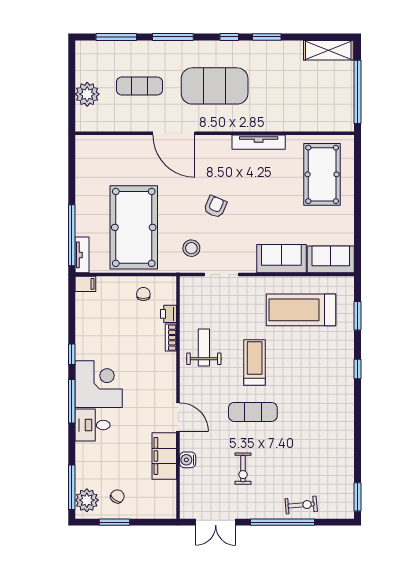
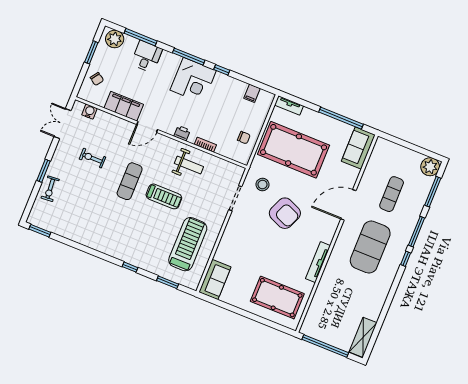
window: (229, 37) -> (406, 259), moved
window: (267, 37) -> (390, 298), removed
plant: (87, 94) -> (430, 167), moved
armchair: (215, 207) -> (285, 213), width x1.88, depth x1.88
window: (72, 235) -> (341, 118), moved
sofa: (281, 259) -> (358, 148), moved, turned 180
filing cabinet: (85, 284) -> (252, 93), moved
printer: (168, 314) -> (182, 133), moved
desk: (92, 425) -> (147, 57), moved
water cooler: (188, 460) -> (89, 112), moved
window: (72, 487) -> (141, 37), moved
chair: (117, 496) -> (97, 79), moved
window: (282, 522) -> (44, 171), width x0.47

